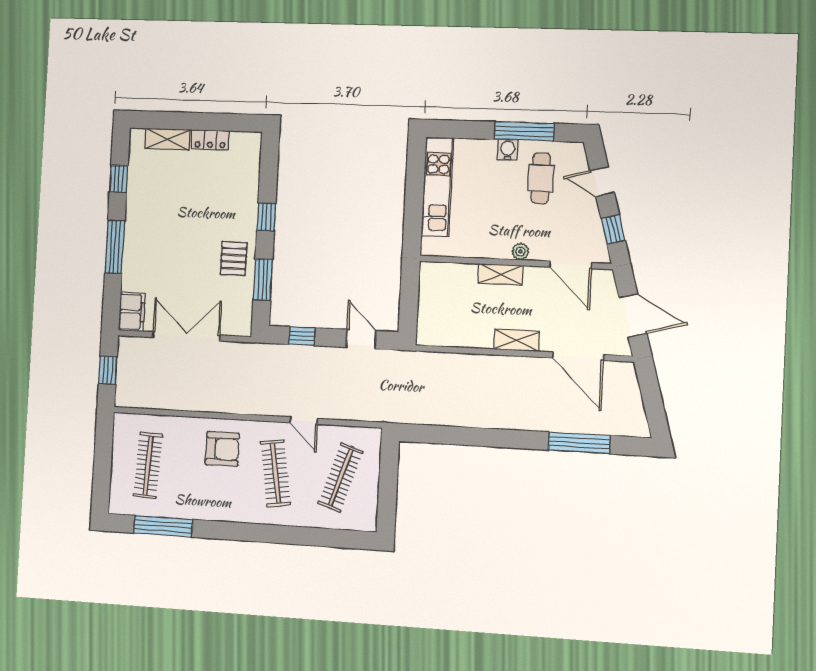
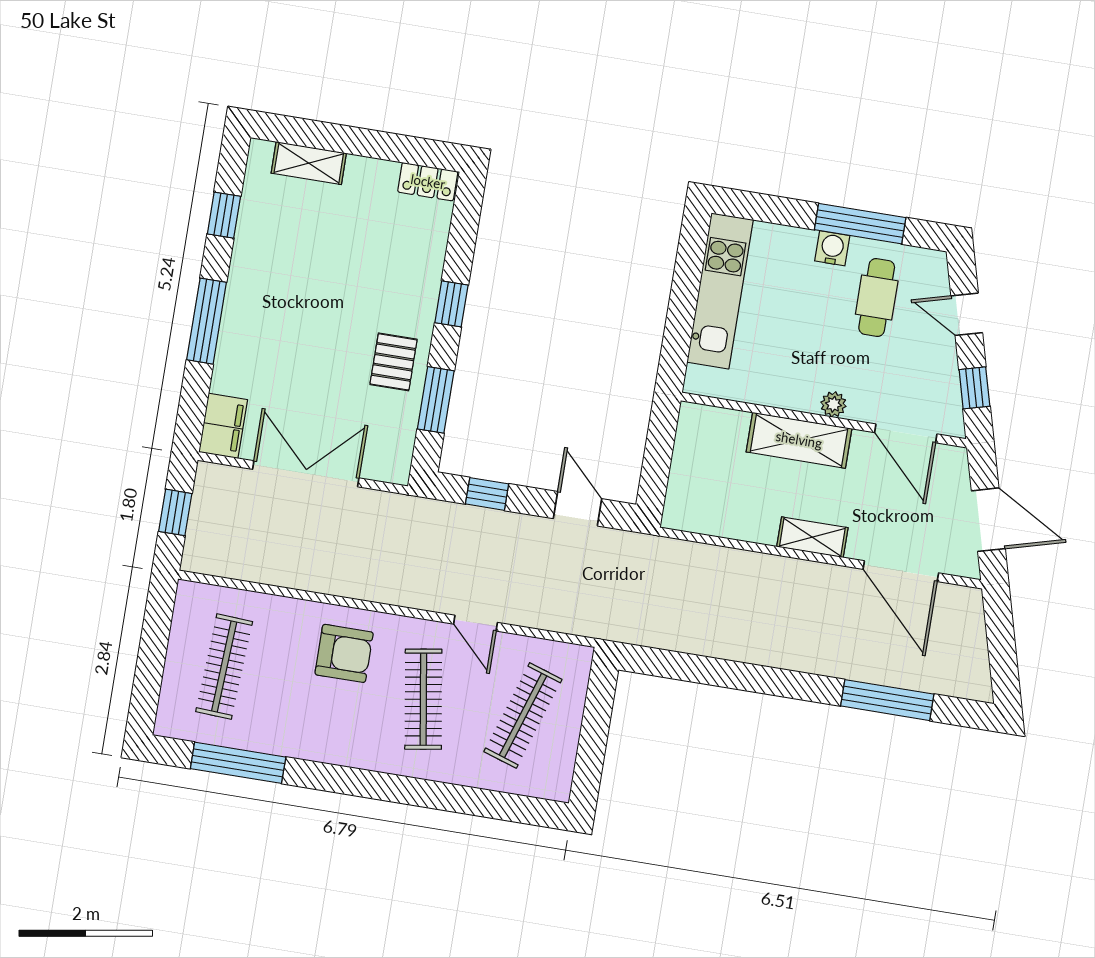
locker: (210, 140) -> (428, 182), moved
shelving: (500, 274) -> (799, 440), width x1.50, depth x1.33

